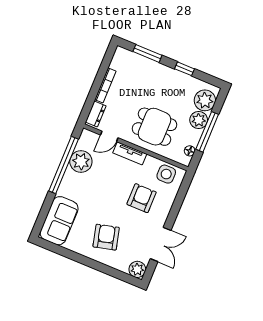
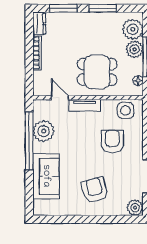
window: (185, 69) -> (103, 8), width x1.50
dresser: (96, 114) -> (39, 24), moved
door: (109, 136) -> (60, 98), swing flipped
sofa: (59, 221) -> (46, 176), moved

